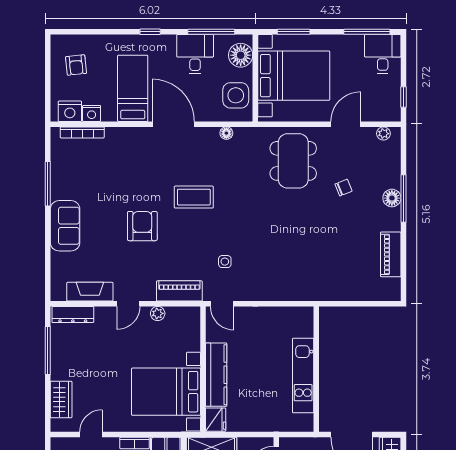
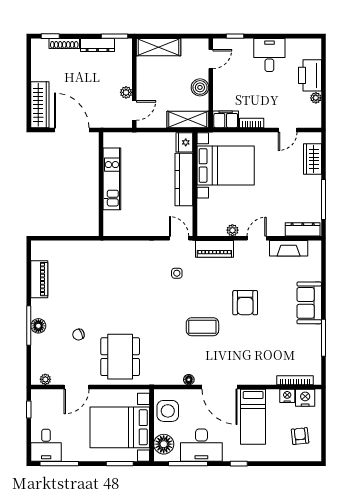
desk: (195, 54) -> (201, 445), width x1.37
floor lamp: (226, 133) -> (189, 380), moved

